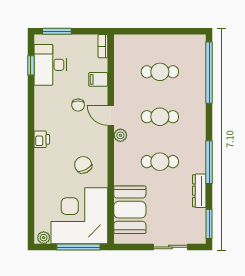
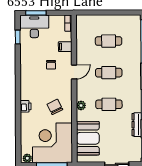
desk: (50, 65) -> (34, 26), moved, turned 90
door: (111, 115) -> (74, 72), swing flipped
plant: (120, 135) -> (81, 105), moved
printer: (42, 139) -> (26, 106), moved

